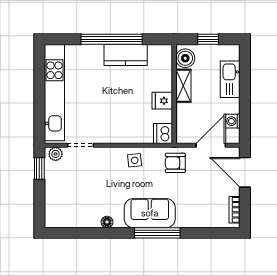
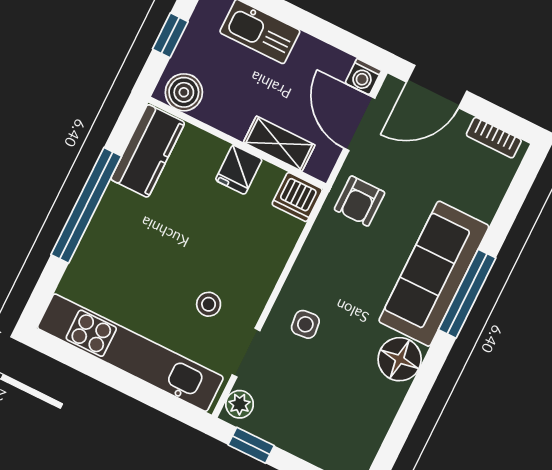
kitchen counter: (126, 55) -> (148, 151), moved
shelving: (183, 86) -> (279, 144), moved
stool: (94, 117) -> (209, 304), added
washing machine: (233, 121) -> (363, 77), moved
side table: (135, 160) -> (305, 324), moved
sofa: (150, 213) -> (434, 274), width x1.36
floor lamp: (107, 222) -> (400, 359), width x1.89, depth x1.89

